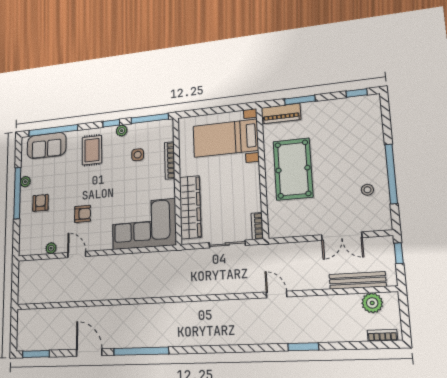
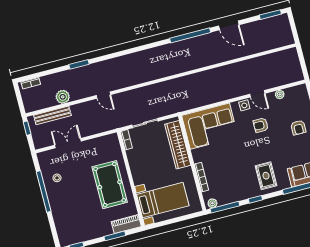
plant: (122, 131) -> (212, 203), moved
side table: (138, 155) -> (244, 105), moved
window: (399, 253) -> (27, 128), moved
plant: (372, 303) -> (63, 97), moved

